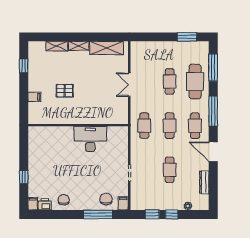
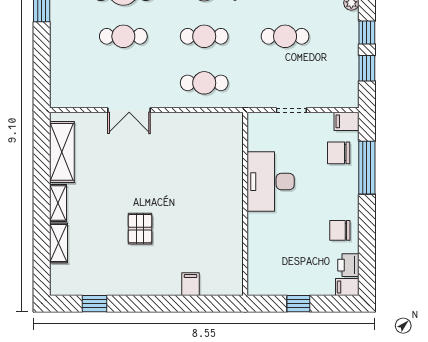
filing cabinet: (34, 97) -> (191, 284), moved
wall: (78, 125) -> (245, 204), moved
desk: (90, 139) -> (271, 182), moved

